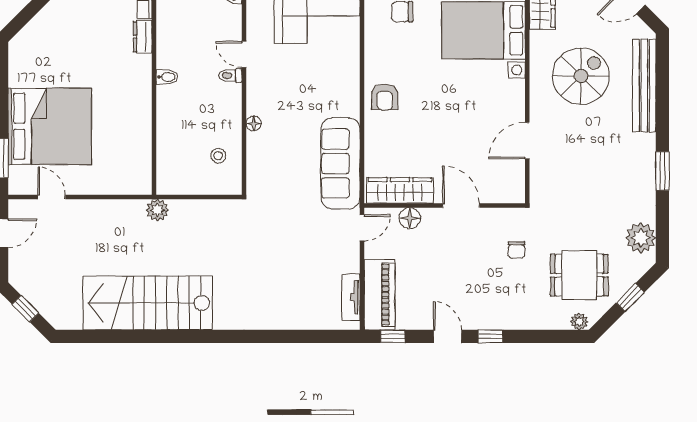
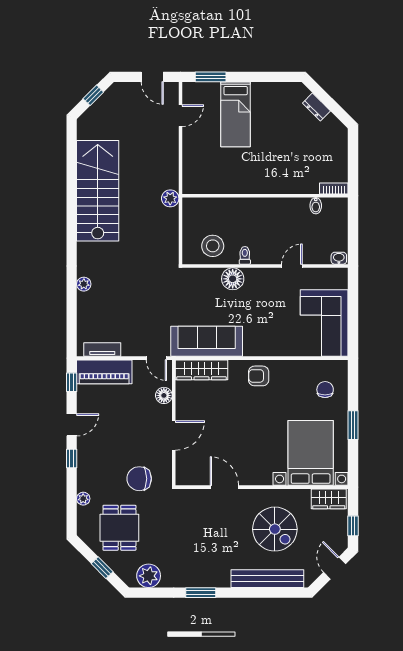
dresser: (143, 37) -> (316, 107), moved, turned -135
toilet: (230, 75) -> (245, 255), moved
bidet: (167, 77) -> (316, 206), moved
floor lamp: (254, 123) -> (233, 279), width x1.89, depth x1.89
bed: (50, 126) -> (236, 114), width x0.49
stool: (218, 156) -> (213, 246), width x1.89, depth x1.89
wardrobe: (400, 190) -> (201, 370), moved, turned 90
chair: (516, 250) -> (139, 479), width x1.87, depth x1.87
plant: (267, 321) -> (84, 284), added
plant: (579, 322) -> (83, 499), moved

